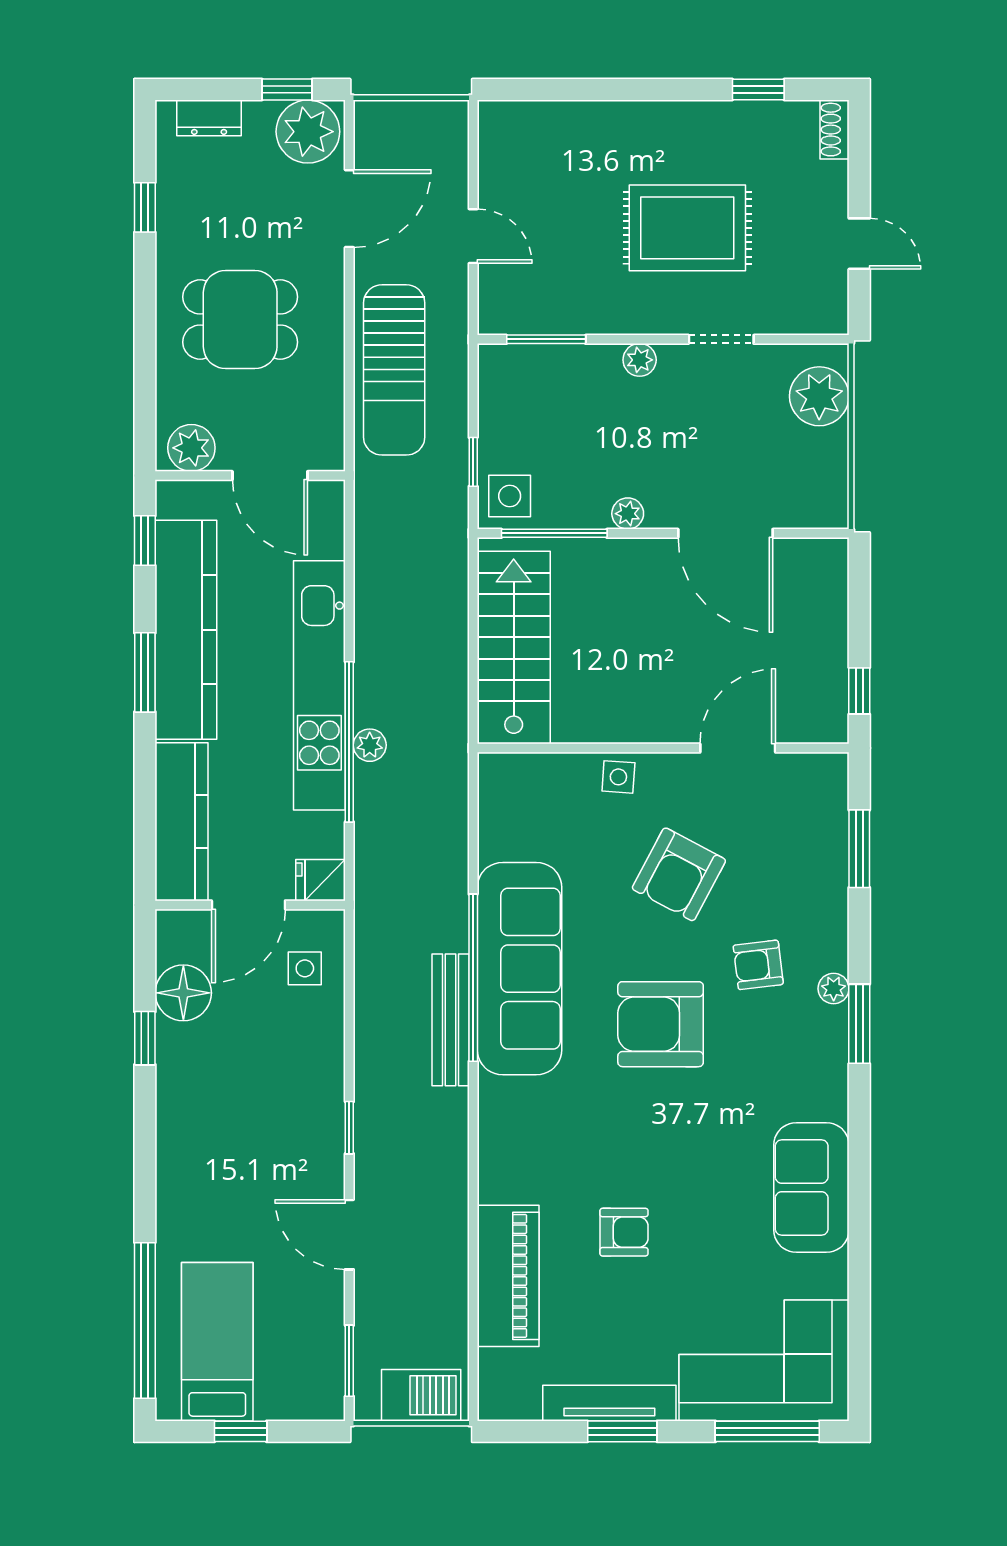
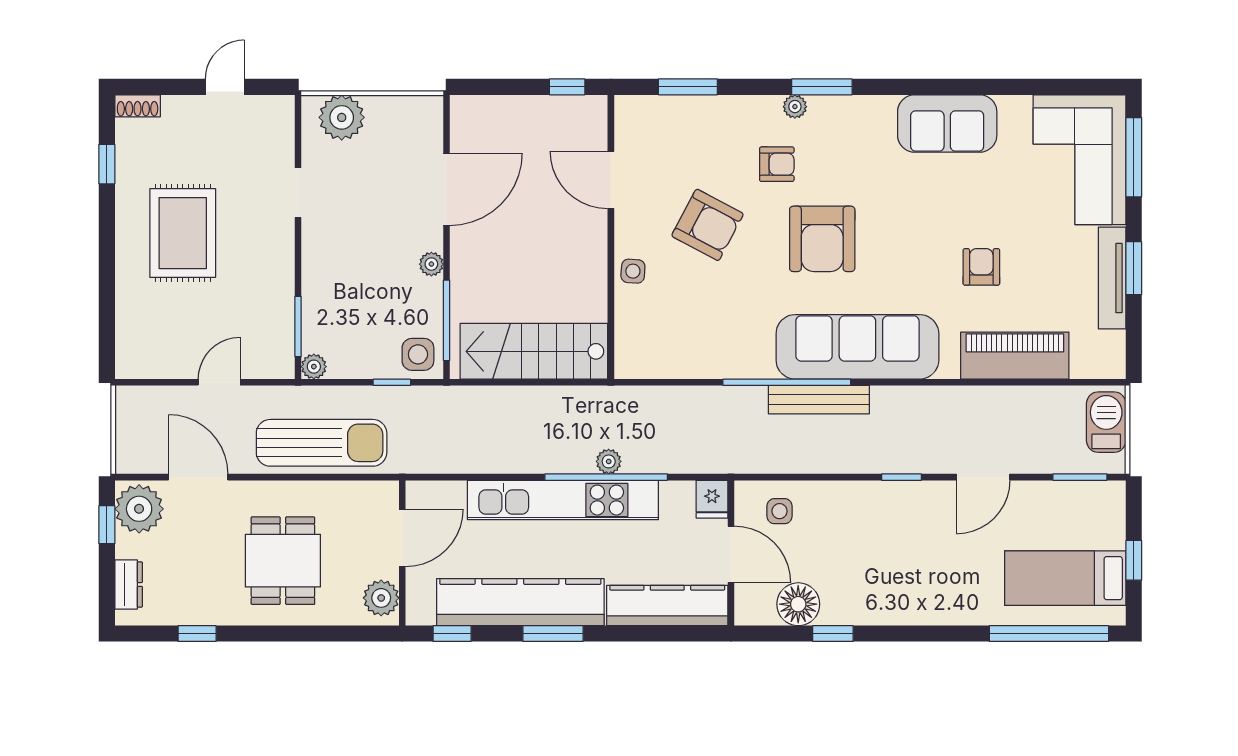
rug: (687, 228) -> (183, 233), moved
plant: (640, 360) -> (314, 367), moved
armchair: (758, 965) -> (777, 164), turned -83
sofa: (520, 969) -> (857, 347), moved

